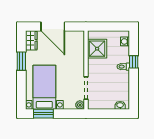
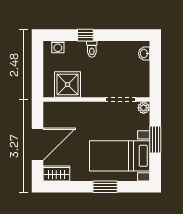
window: (21, 61) -> (105, 187), moved
window: (43, 114) -> (155, 139), moved

